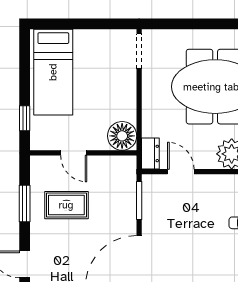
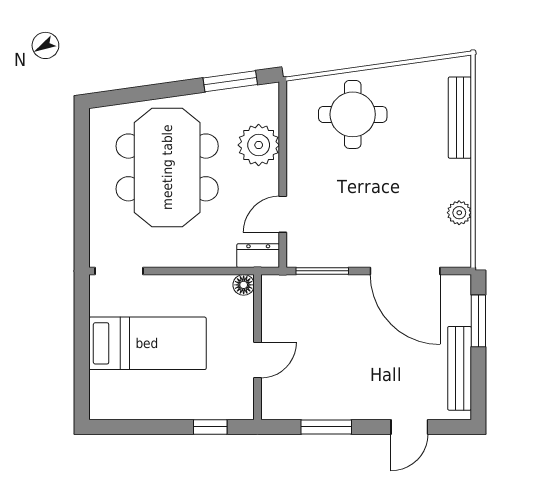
bed: (53, 72) -> (147, 343), moved
floor lamp: (122, 136) -> (244, 285), width x0.53, depth x0.53
rug: (66, 205) -> (328, 370), removed

